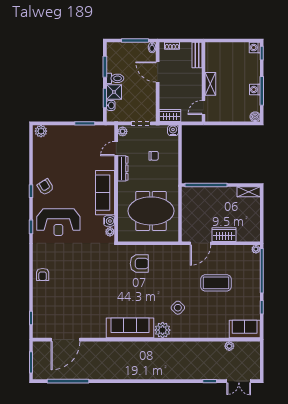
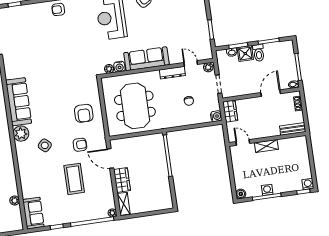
shelving: (249, 192) -> (124, 204), moved
armchair: (139, 264) -> (84, 113), moved
armchair: (182, 272) -> (80, 145), added

